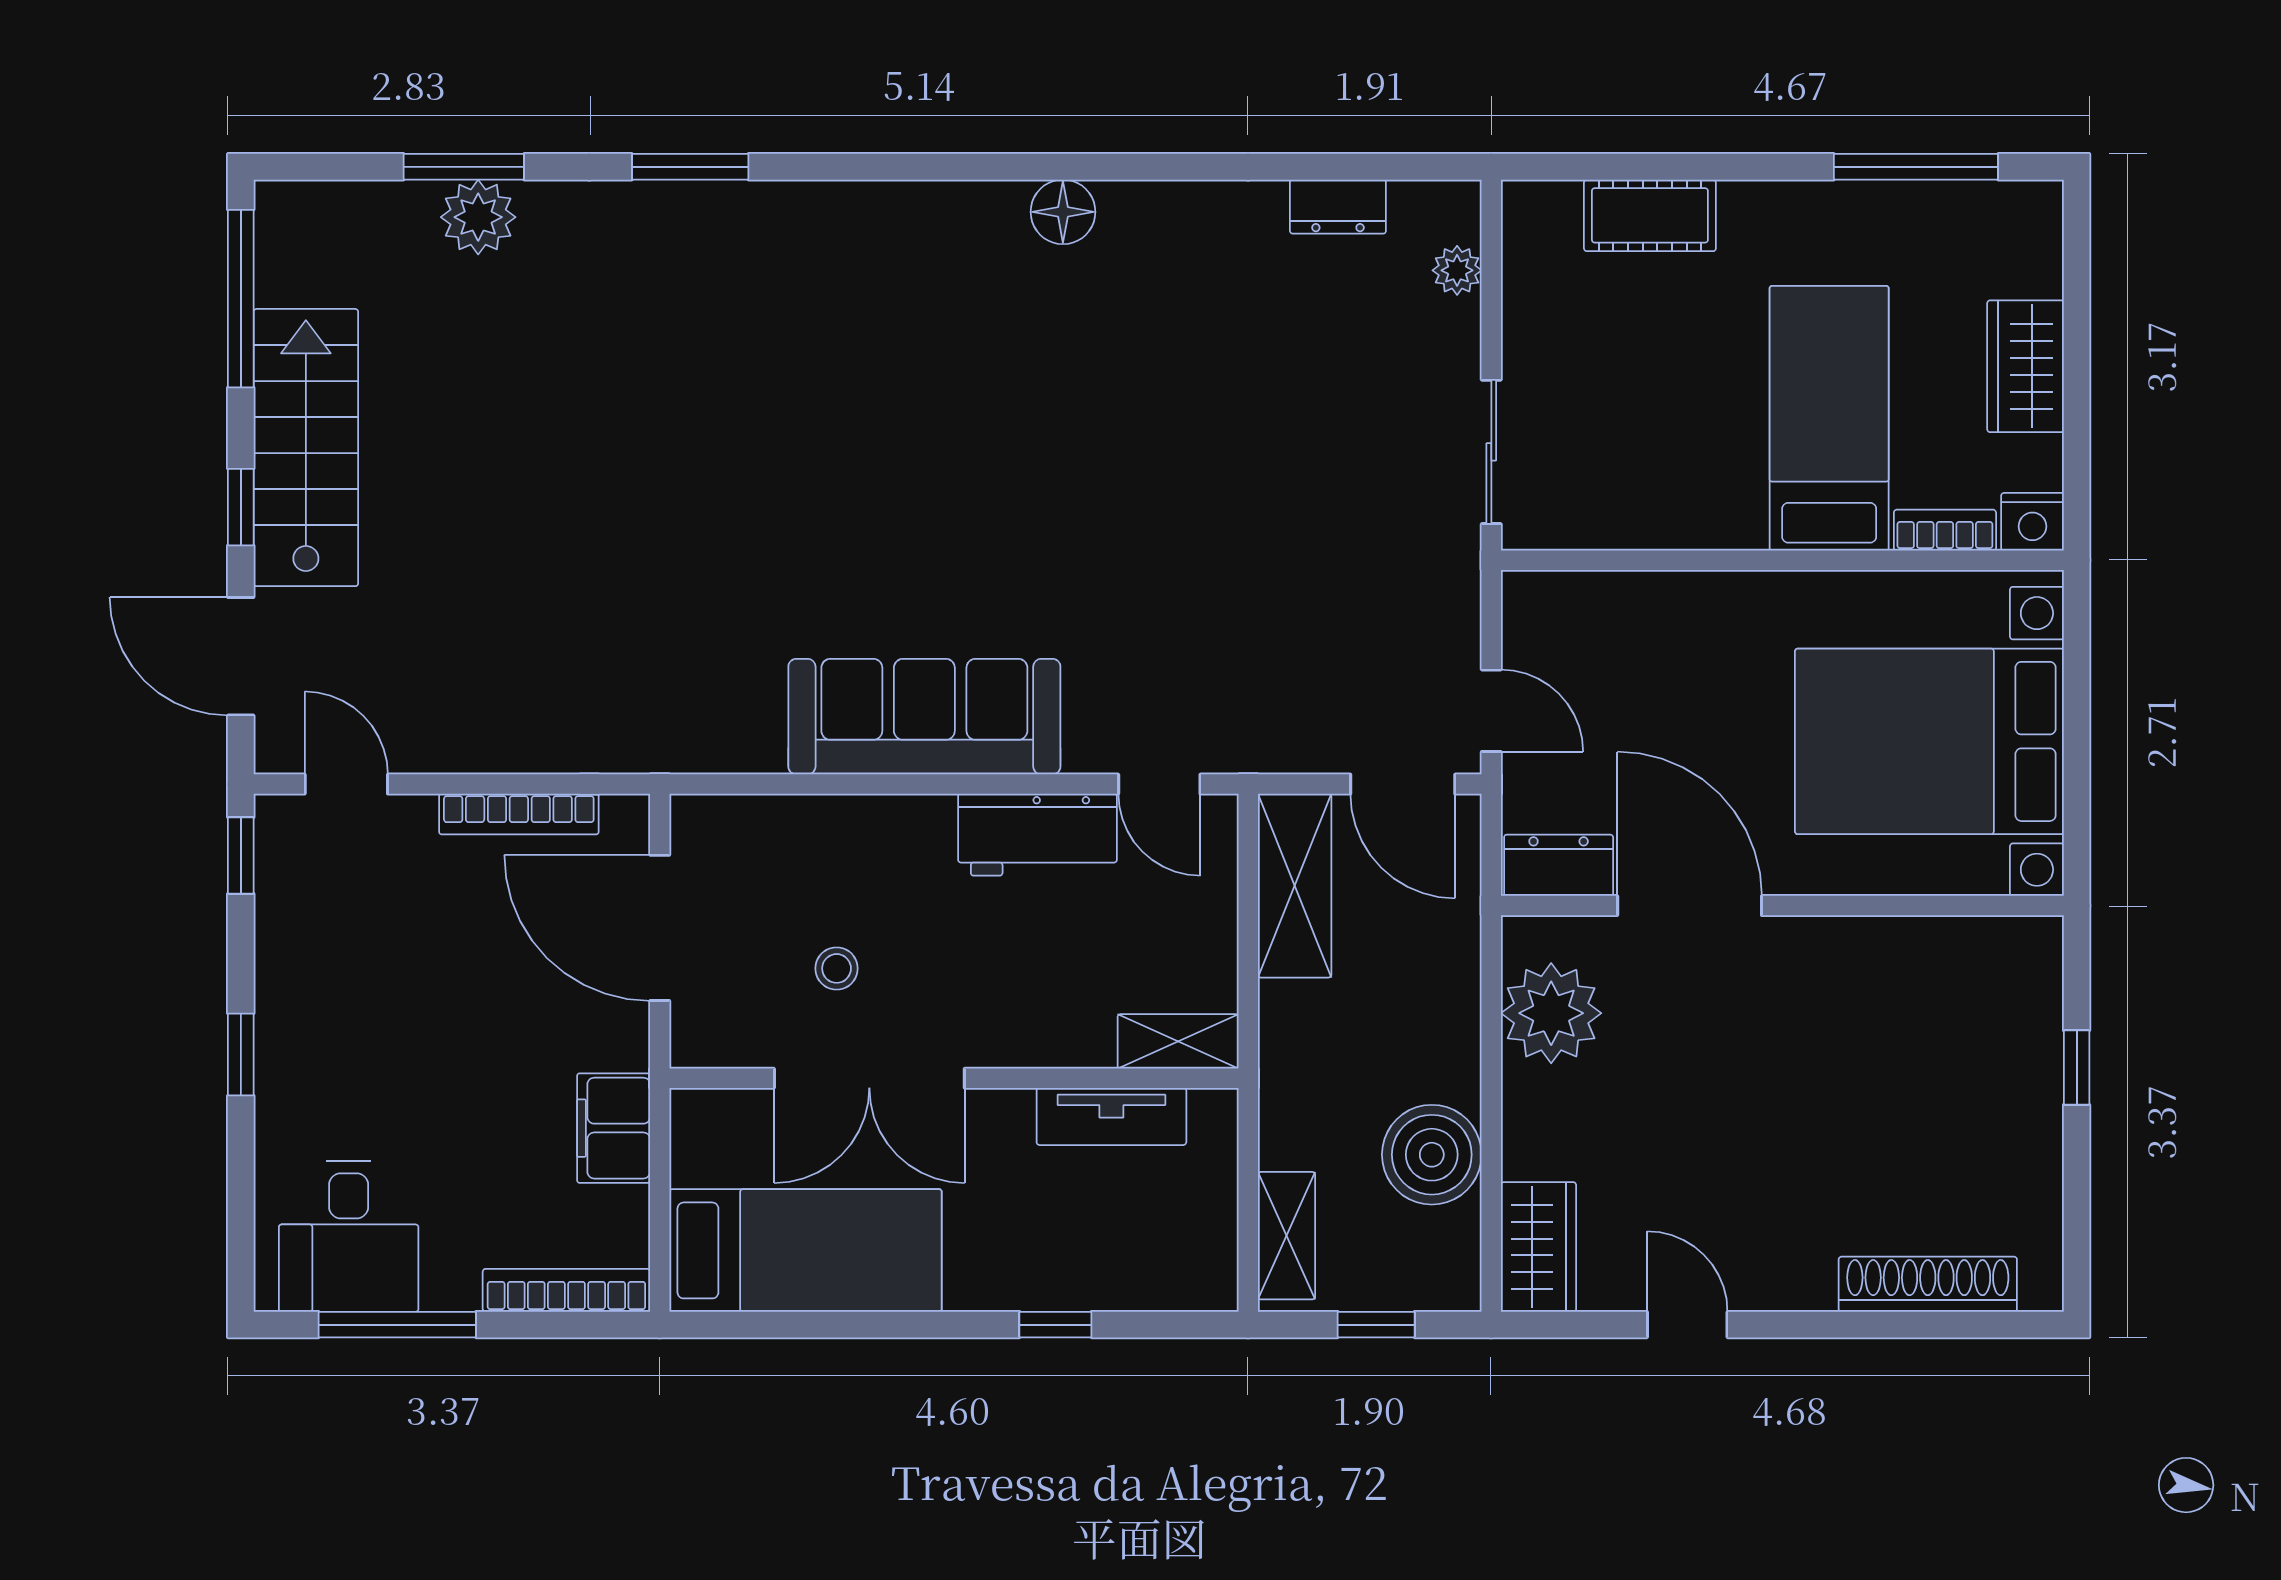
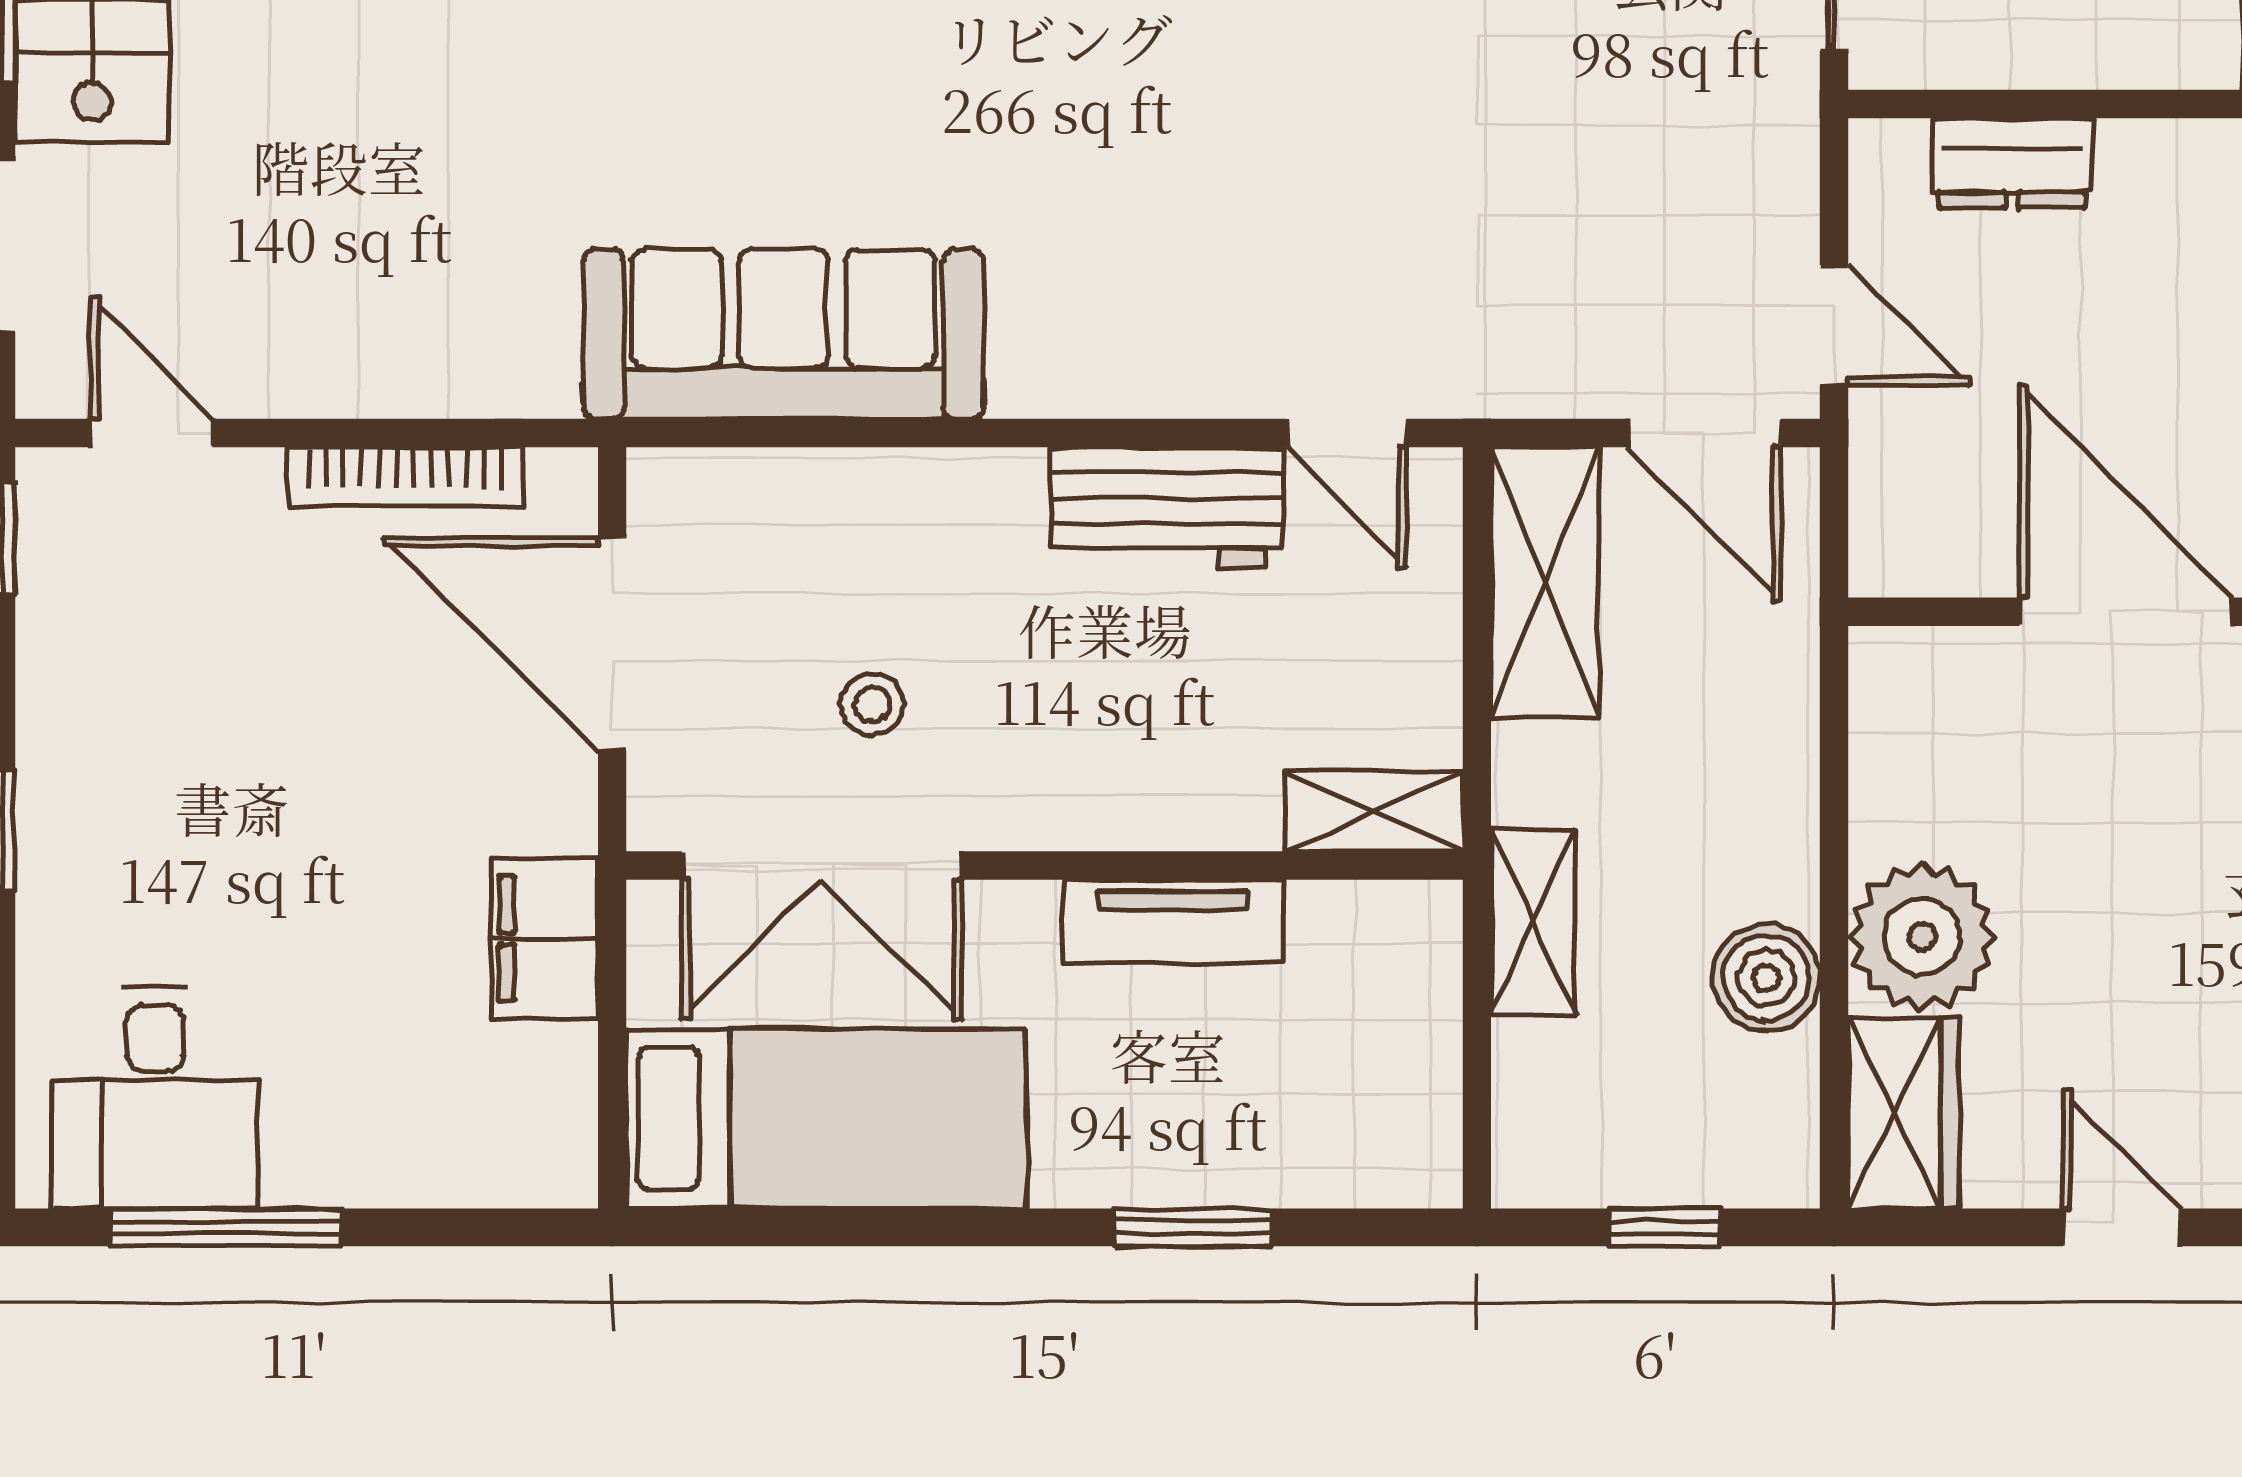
sofa: (924, 717) -> (784, 334), moved
dresser: (1559, 865) -> (2012, 163), moved, turned 180
plant: (1551, 1013) -> (1922, 937), moved
double door: (869, 1078) -> (822, 865), moved
tv unit: (1111, 1116) -> (1173, 922), moved
boiler: (1432, 1155) -> (1766, 978), width x0.73, depth x0.73
shelving: (1286, 1236) -> (1533, 922), moved
bookcase: (566, 1290) -> (475, 1177), removed
window: (1055, 1325) -> (1194, 1227), width x1.50

